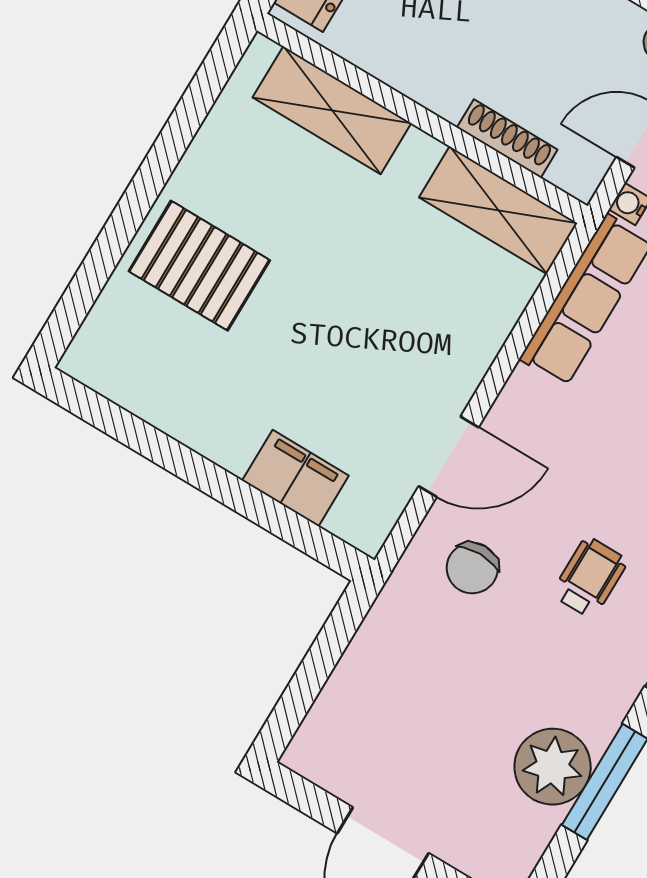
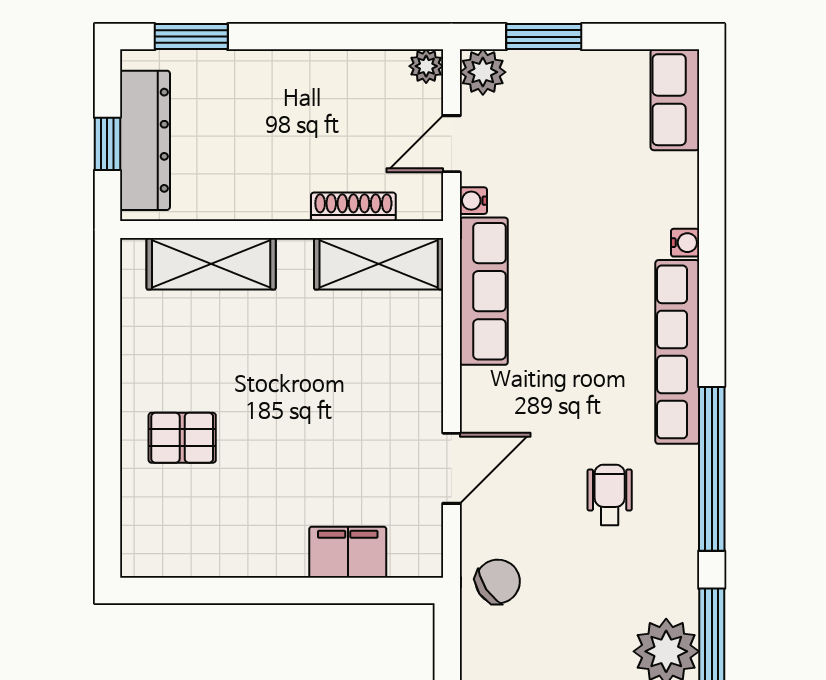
pallet: (199, 266) -> (182, 438), width x0.67, depth x0.71
chair: (472, 568) -> (498, 581), moved, turned -124

